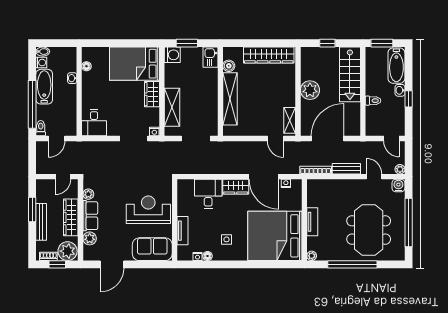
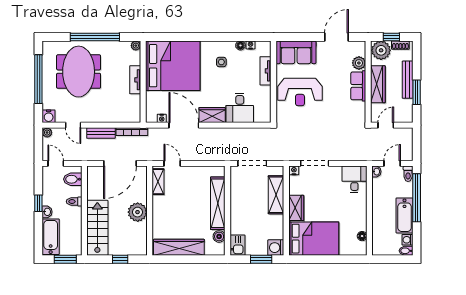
washbasin: (72, 78) -> (376, 172), moved
bidet: (374, 123) -> (73, 179), added
plant: (88, 194) -> (360, 108), removed

